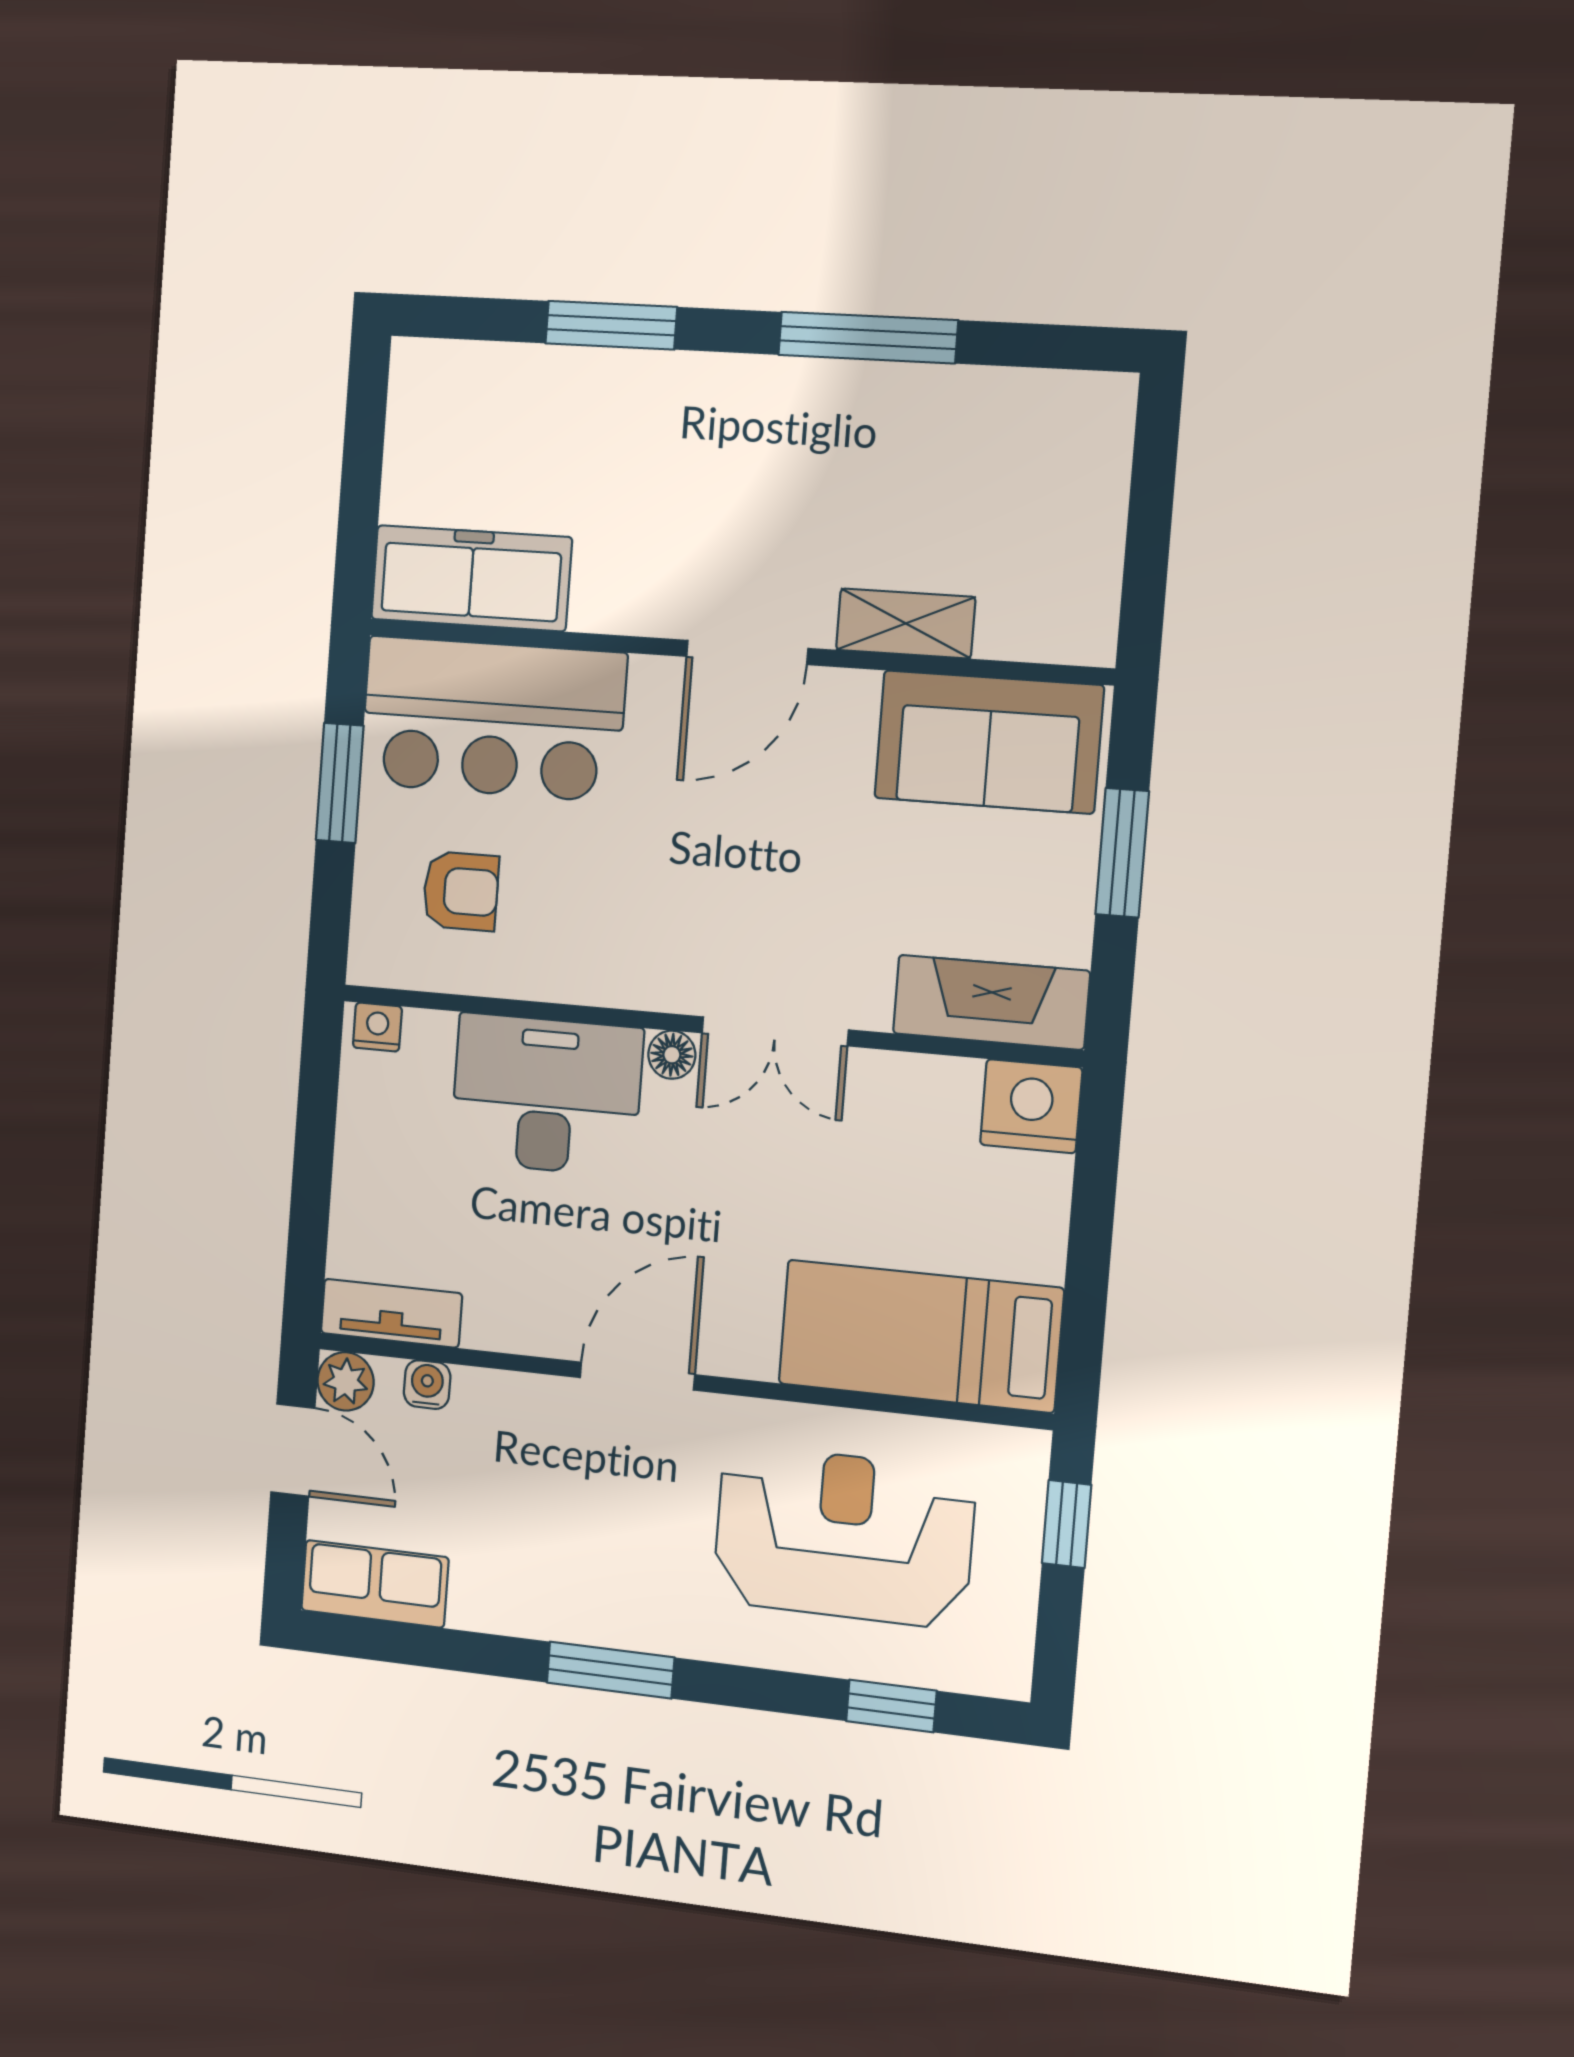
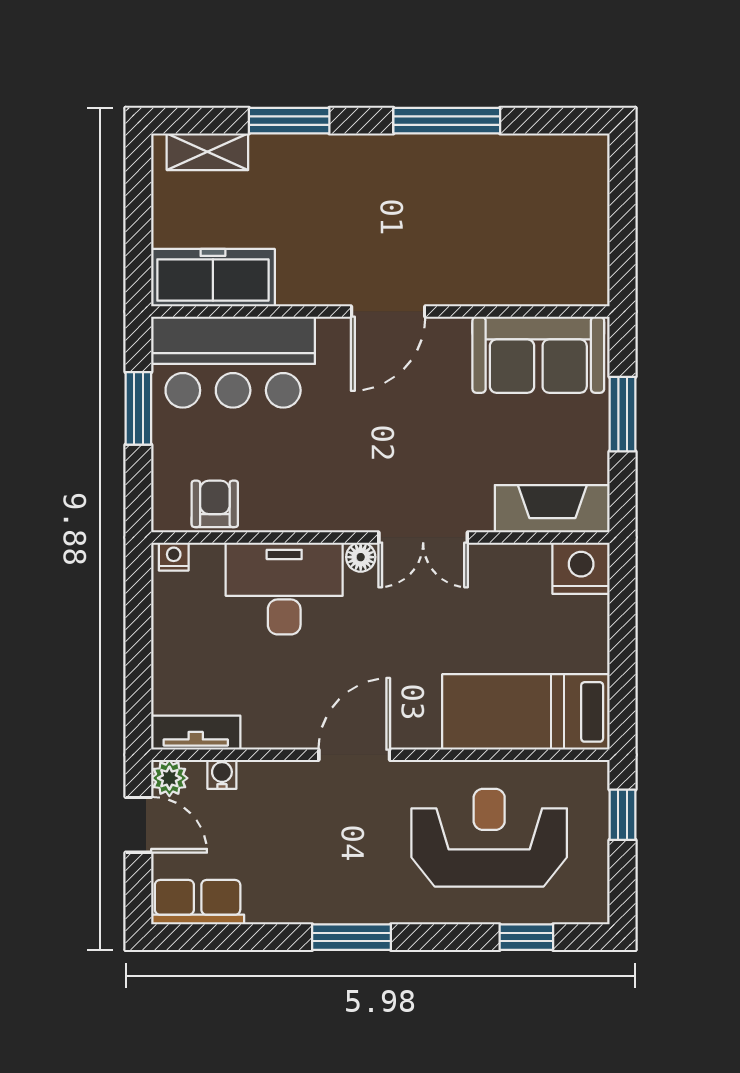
shelving: (906, 623) -> (207, 152), moved
armchair: (461, 891) -> (215, 504), moved, turned -90

